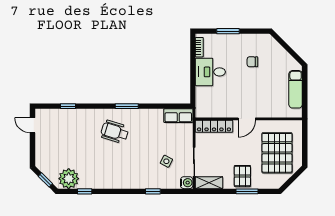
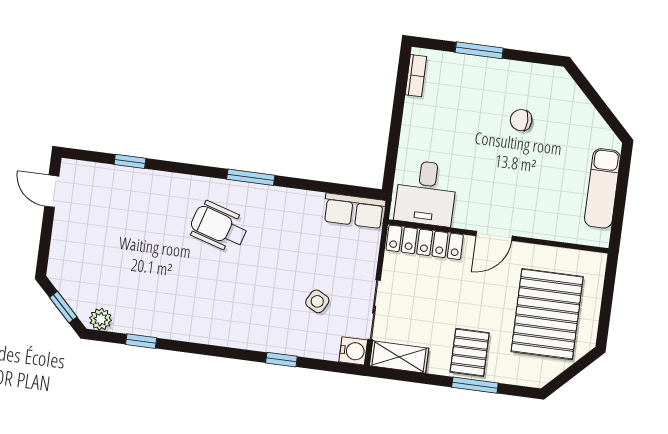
desk: (210, 72) -> (426, 193), moved, turned -90
plant: (69, 179) -> (101, 319), width x0.53, depth x0.53

